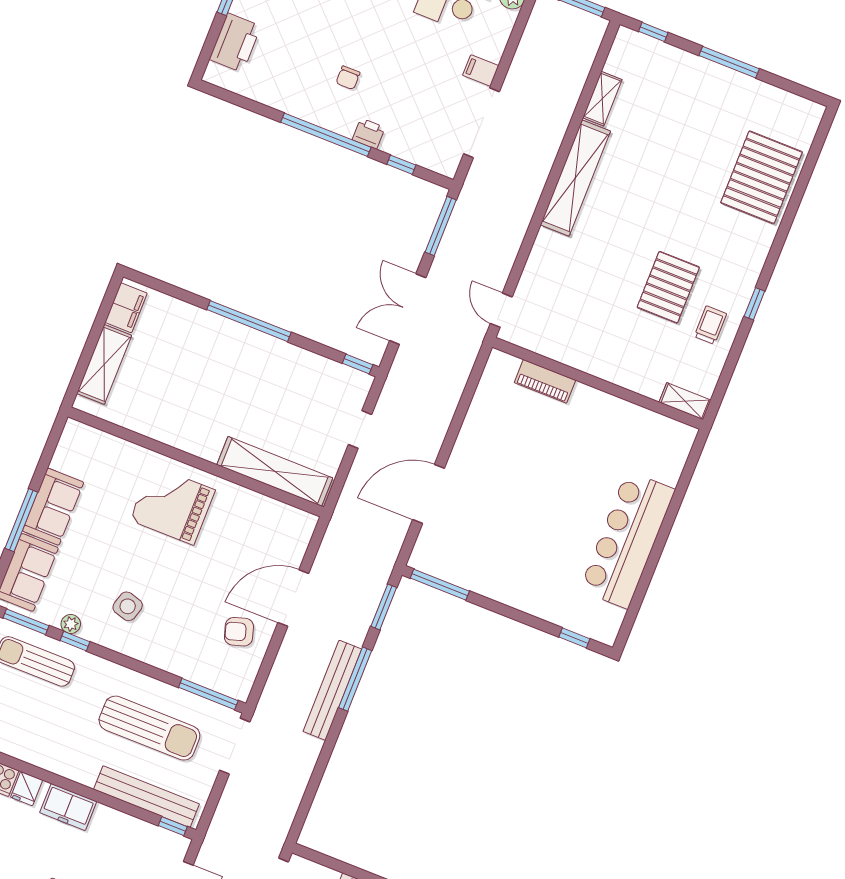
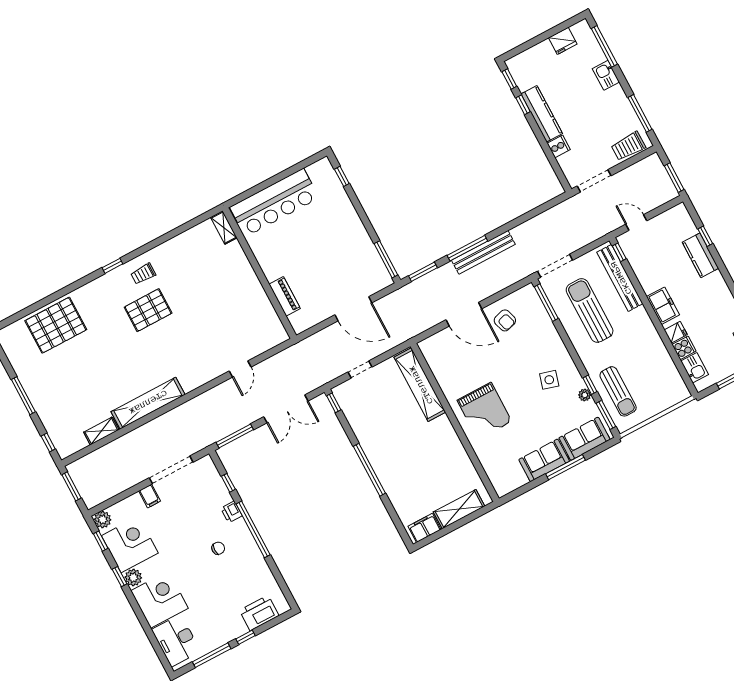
piano: (545, 381) -> (285, 296), moved
wall: (598, 383) -> (259, 273), moved
shelving: (685, 401) -> (224, 228), moved

